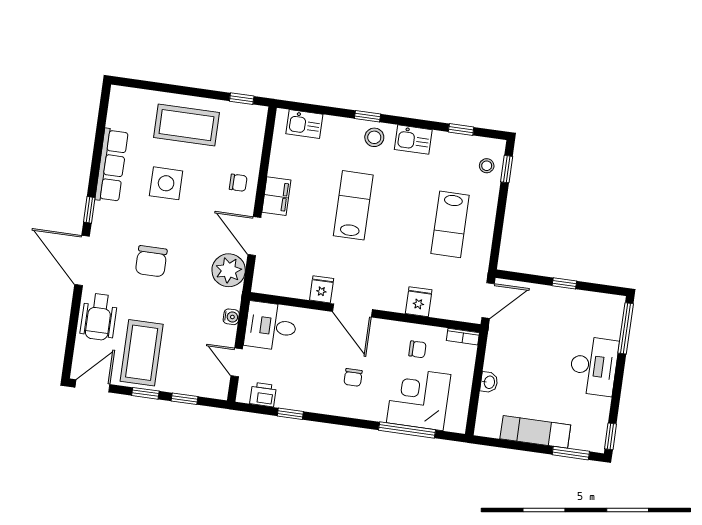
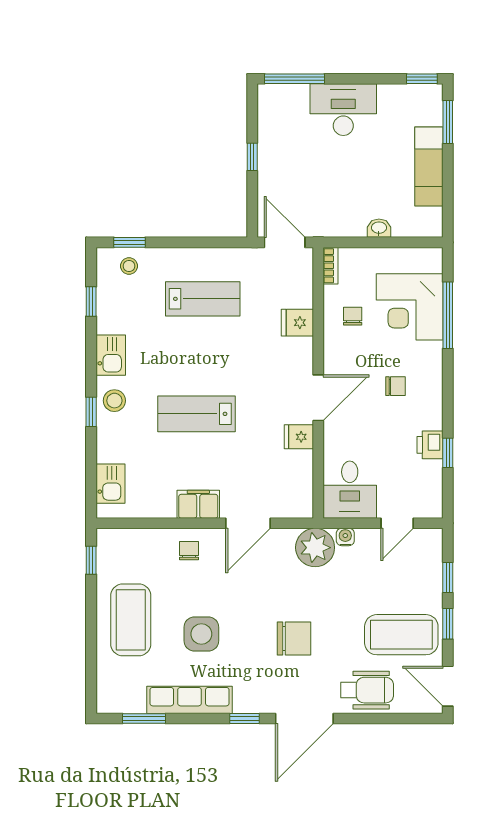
window: (101, 125) -> (144, 719), added
plant: (229, 270) -> (315, 548), moved
printer: (263, 395) -> (430, 445), moved

